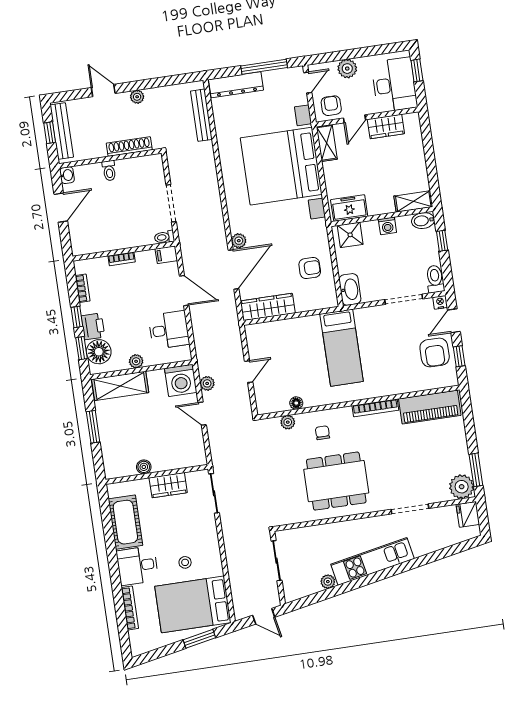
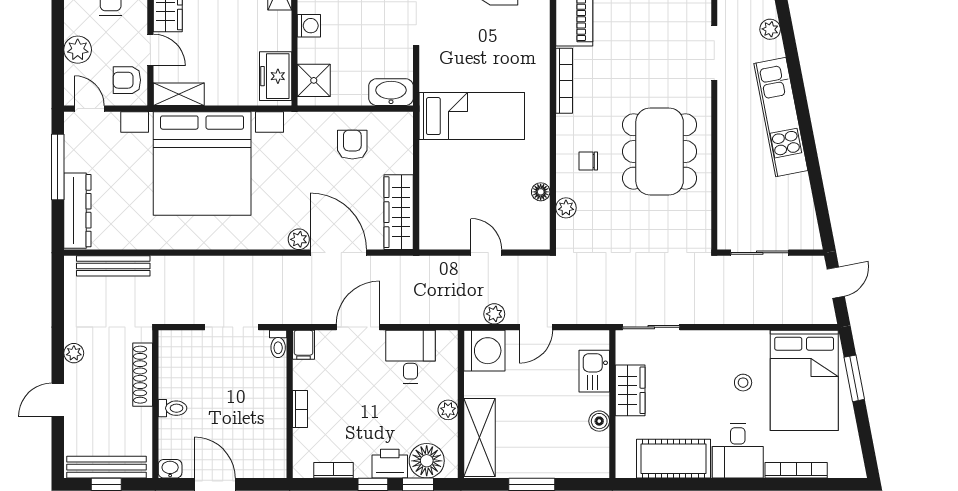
kitchen sink: (178, 458) -> (594, 371), added
plant: (328, 582) -> (770, 29), moved

